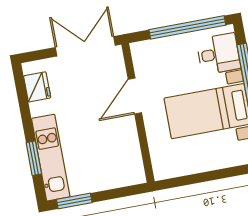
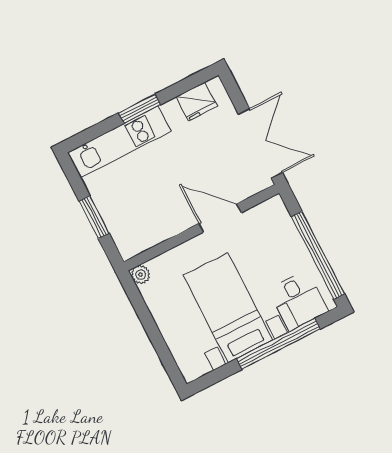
window: (34, 158) -> (140, 109), moved
plant: (161, 172) -> (141, 275), added
window: (74, 201) -> (94, 217), moved

